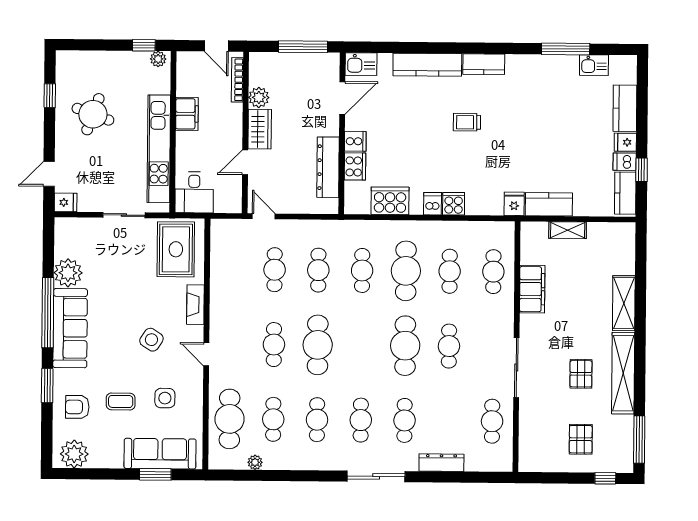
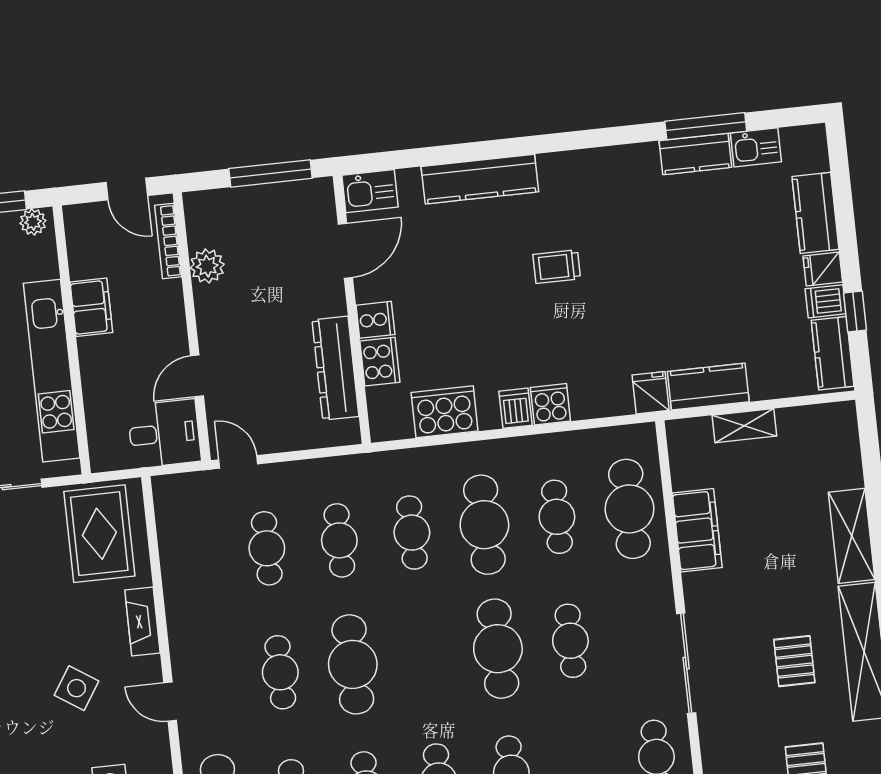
kitchen counter: (484, 64) -> (695, 154), moved
wardrobe: (260, 129) -> (215, 318), removed
desk: (194, 192) -> (164, 433), moved, turned -90
cafe table: (493, 272) -> (629, 509), width x1.37, depth x1.35

